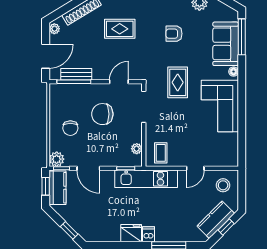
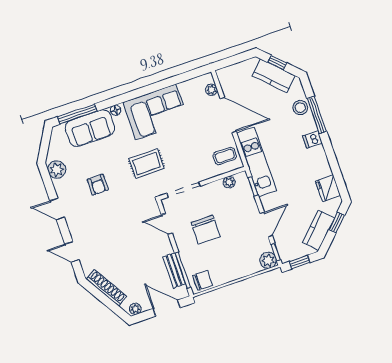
rug: (120, 29) -> (112, 242), removed
chair: (70, 128) -> (203, 280), moved
plant: (222, 161) -> (211, 90), added
door: (195, 168) -> (228, 115), width x1.88
stool: (223, 185) -> (300, 108), moved
kitchen counter: (58, 188) -> (319, 230), moved, turned -45
fridge: (131, 233) -> (328, 188), moved

